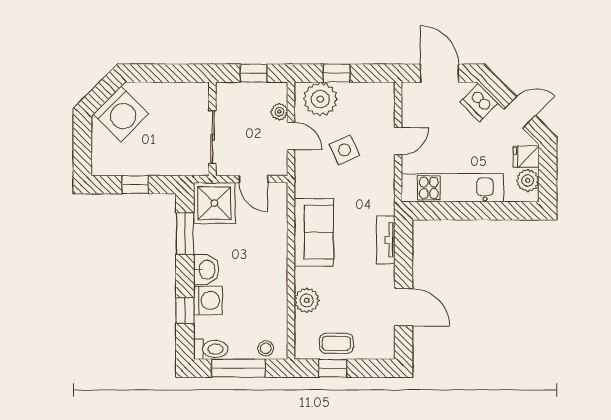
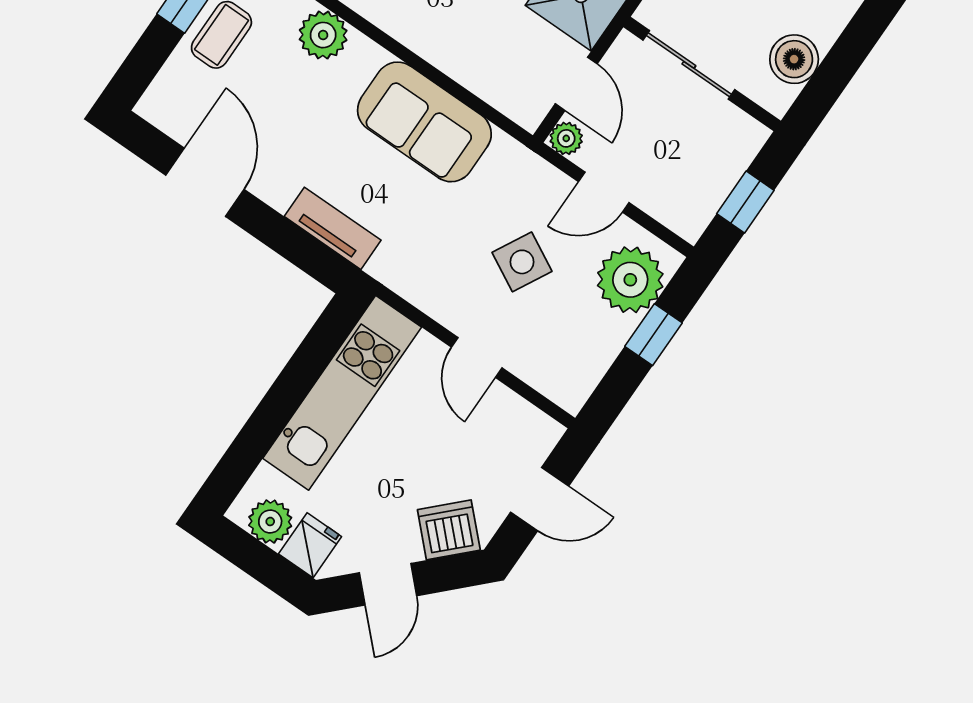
door: (439, 73) -> (540, 499), width x0.73
boiler: (179, 94) -> (794, 59), added
plant: (279, 112) -> (566, 138), moved
side table: (344, 150) -> (522, 262), turned -38
door: (253, 179) -> (576, 84), swing flipped
door: (403, 307) -> (205, 182), swing flipped

